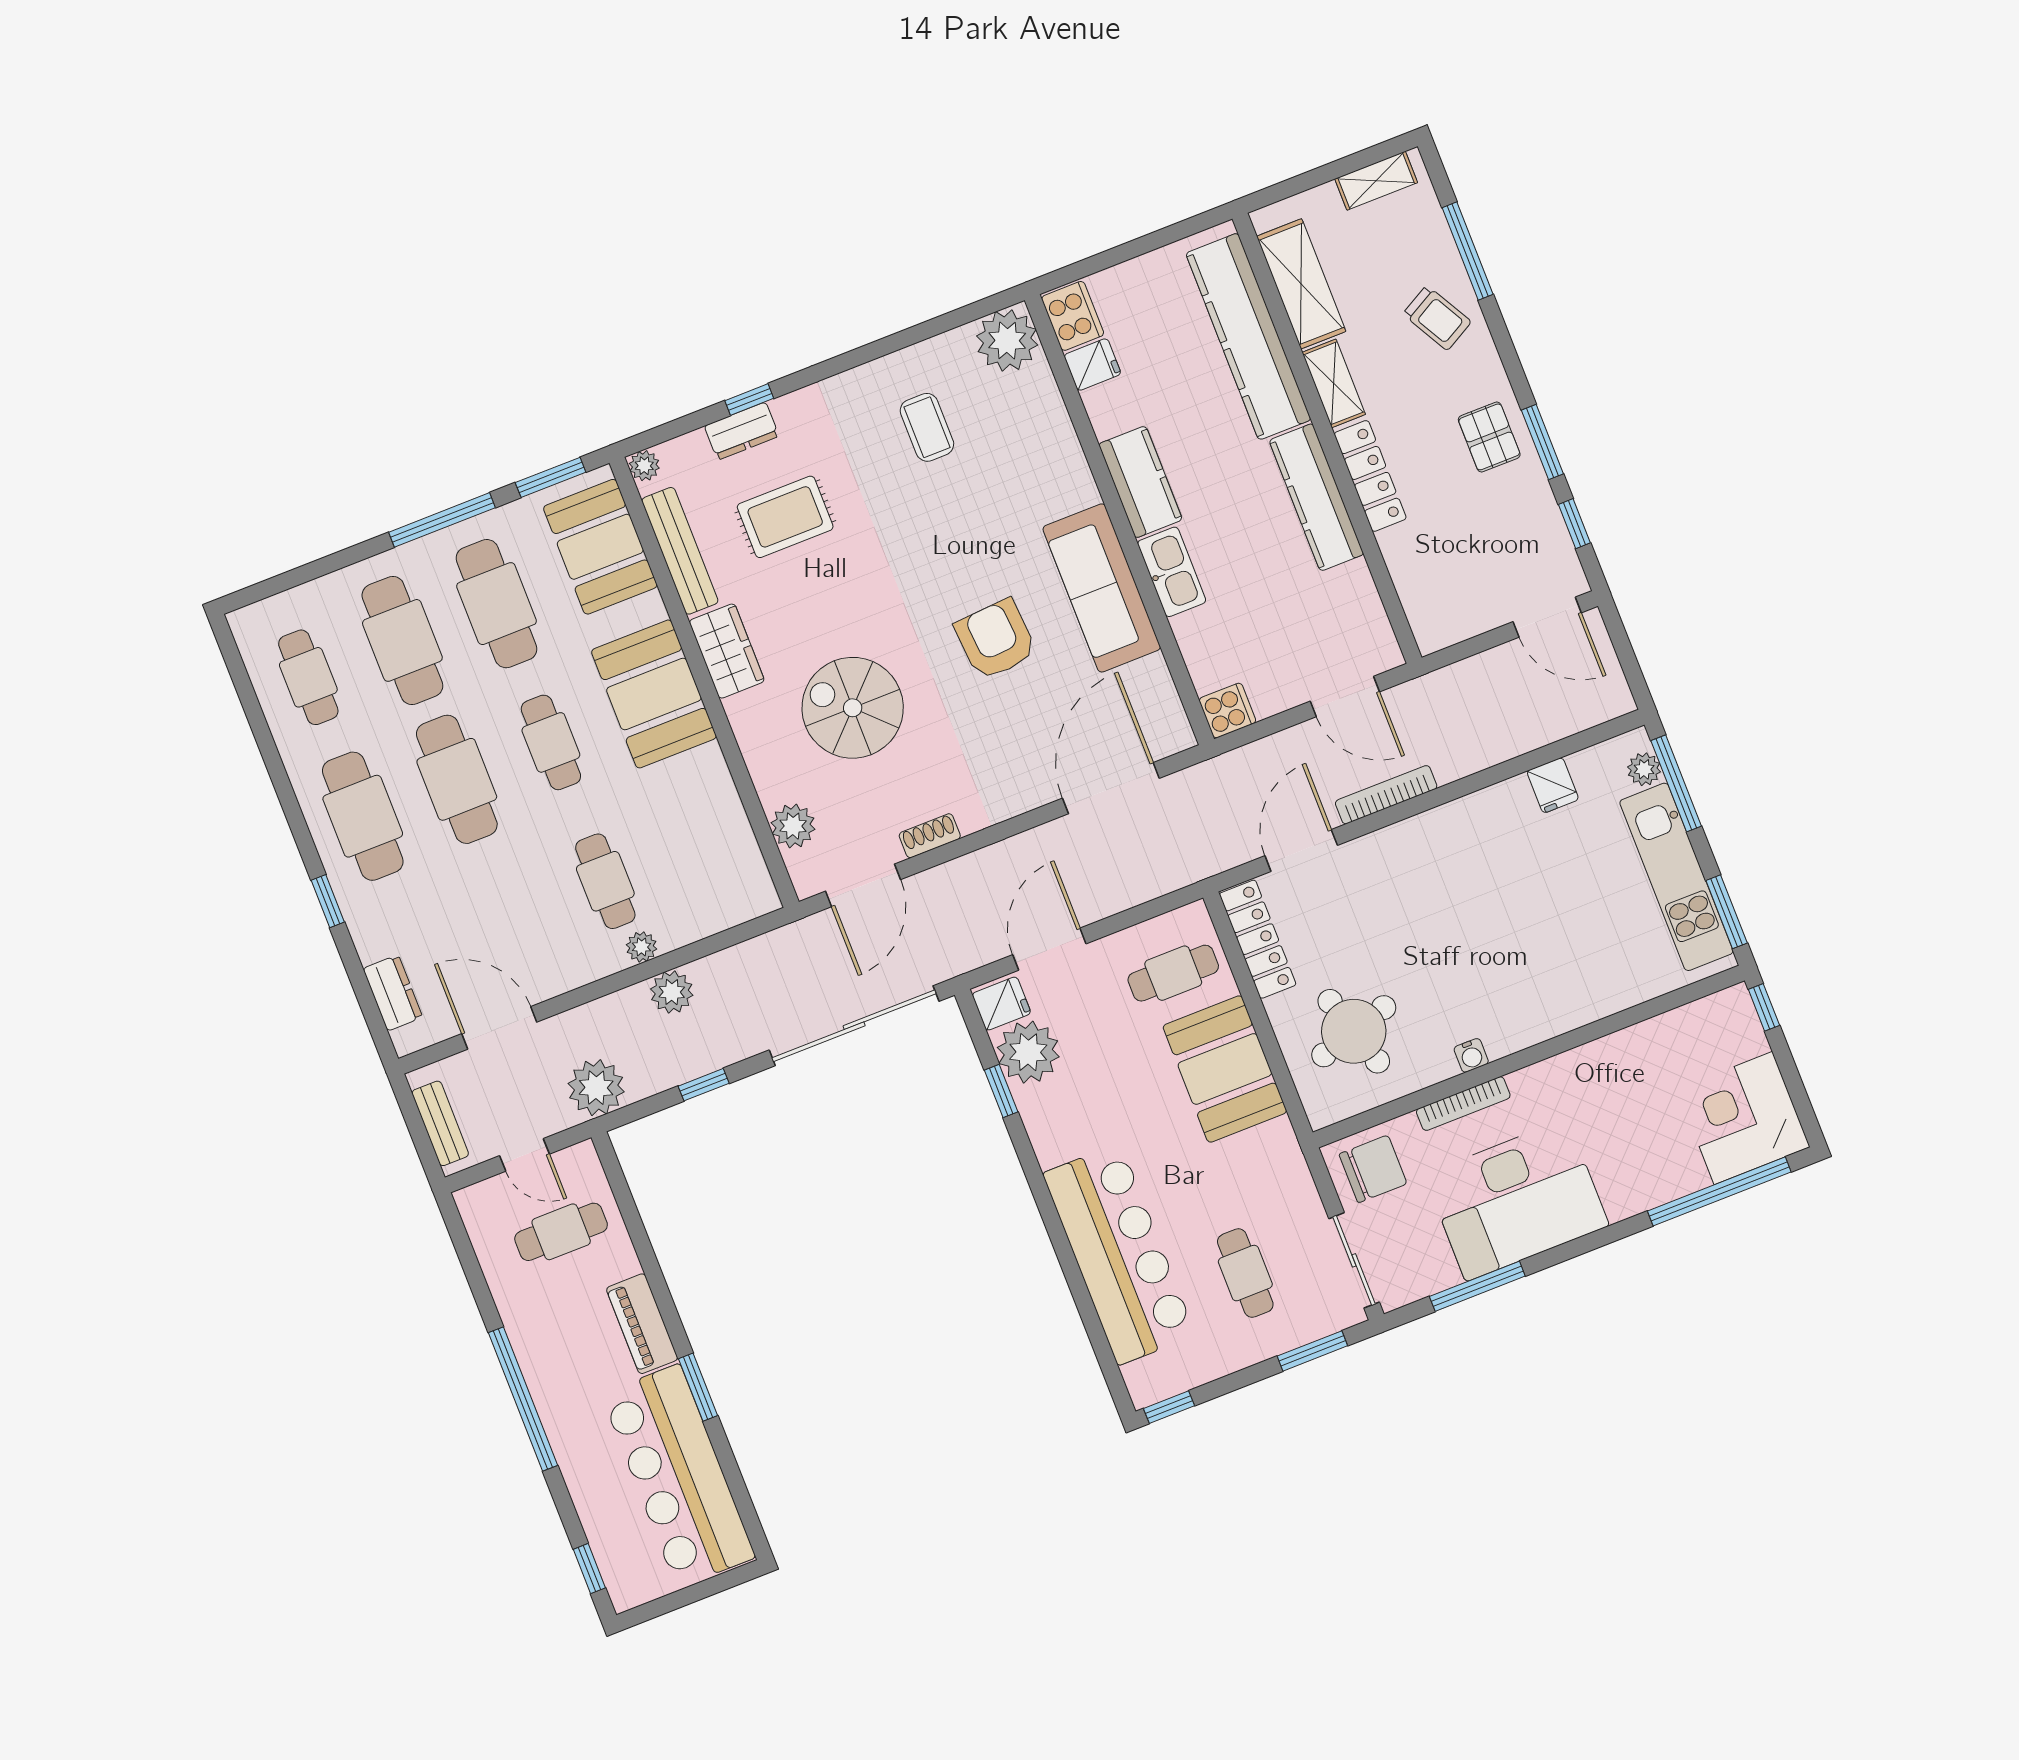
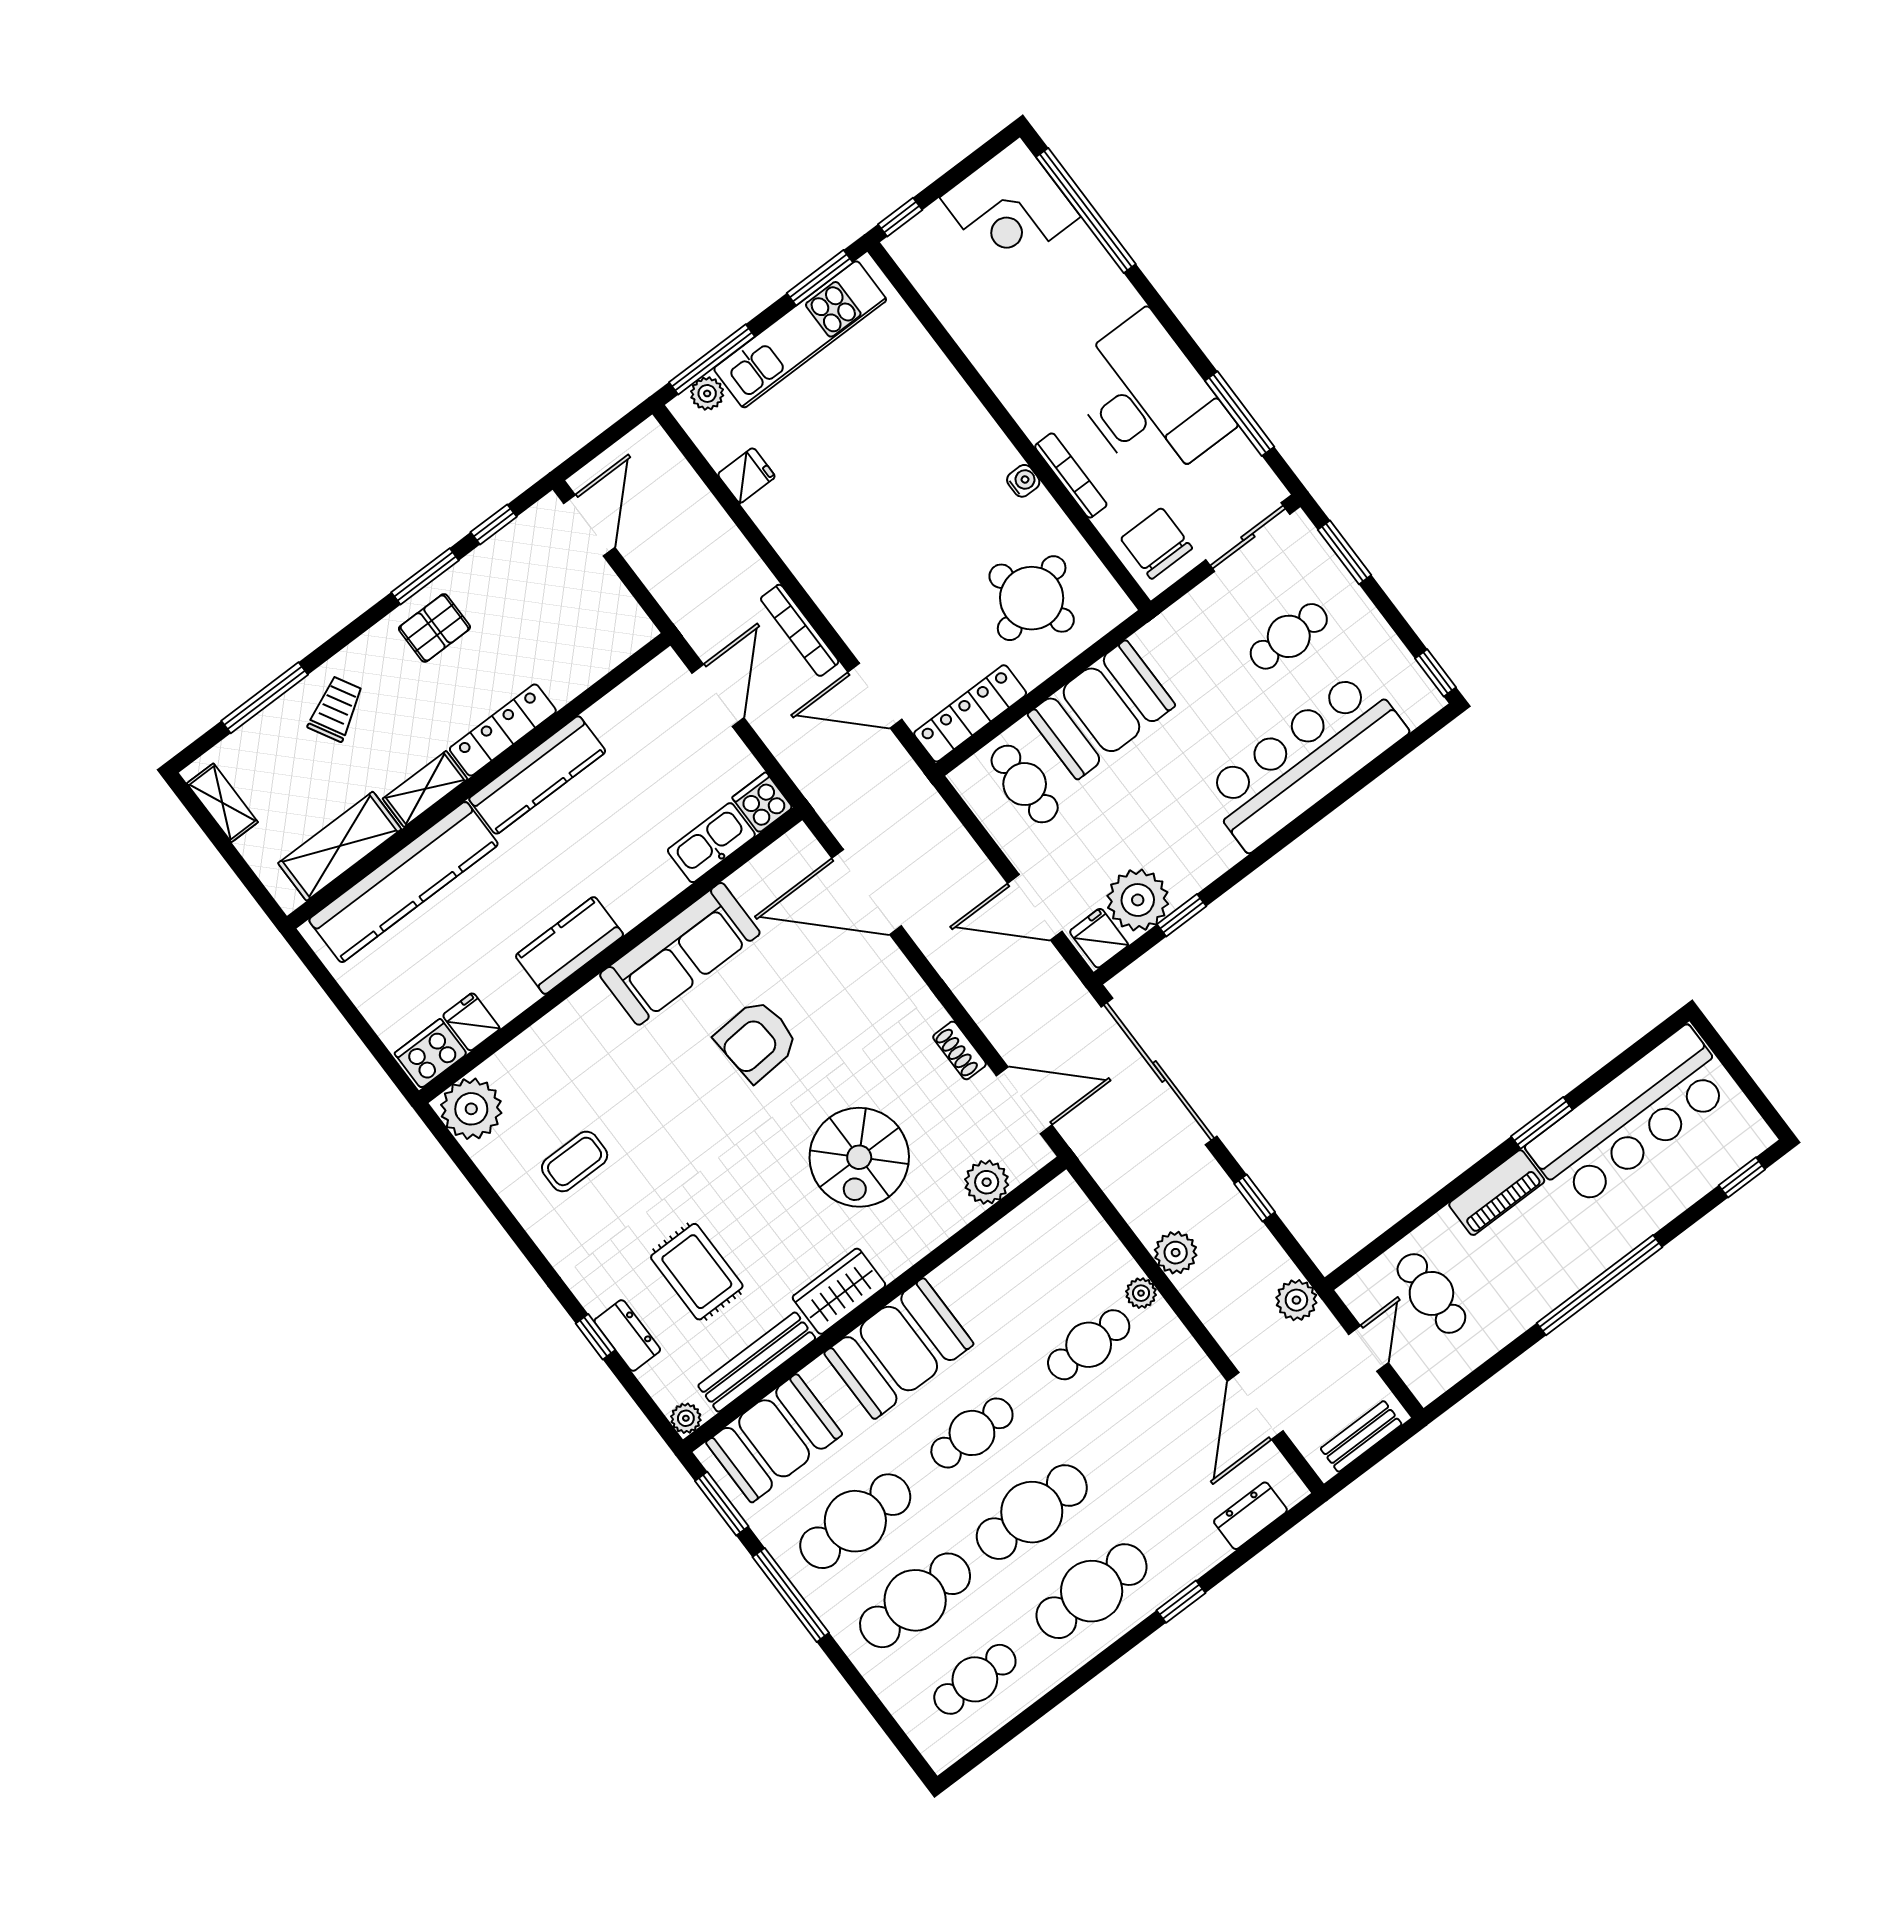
kitchen sink: (1172, 572) -> (711, 843), moved
plant: (596, 1088) -> (1296, 1300), width x0.73, depth x0.73

